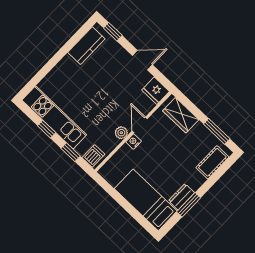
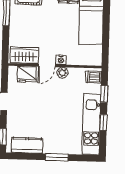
window: (53, 62) -> (57, 157), added
fridge: (156, 91) -> (27, 74), moved, turned 90
wardrobe: (181, 115) -> (24, 55), moved, turned -90

